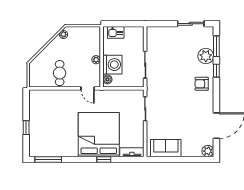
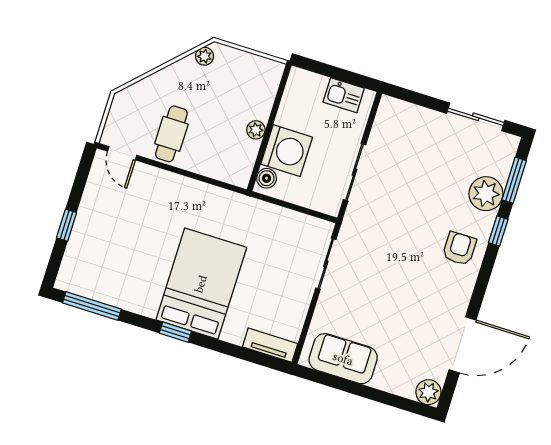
kitchen sink: (116, 32) -> (344, 95), moved
armchair: (202, 84) -> (459, 248), turned 90
door: (88, 88) -> (122, 153), moved
bed: (99, 135) -> (201, 284), width x0.73
window: (104, 159) -> (175, 332), moved

